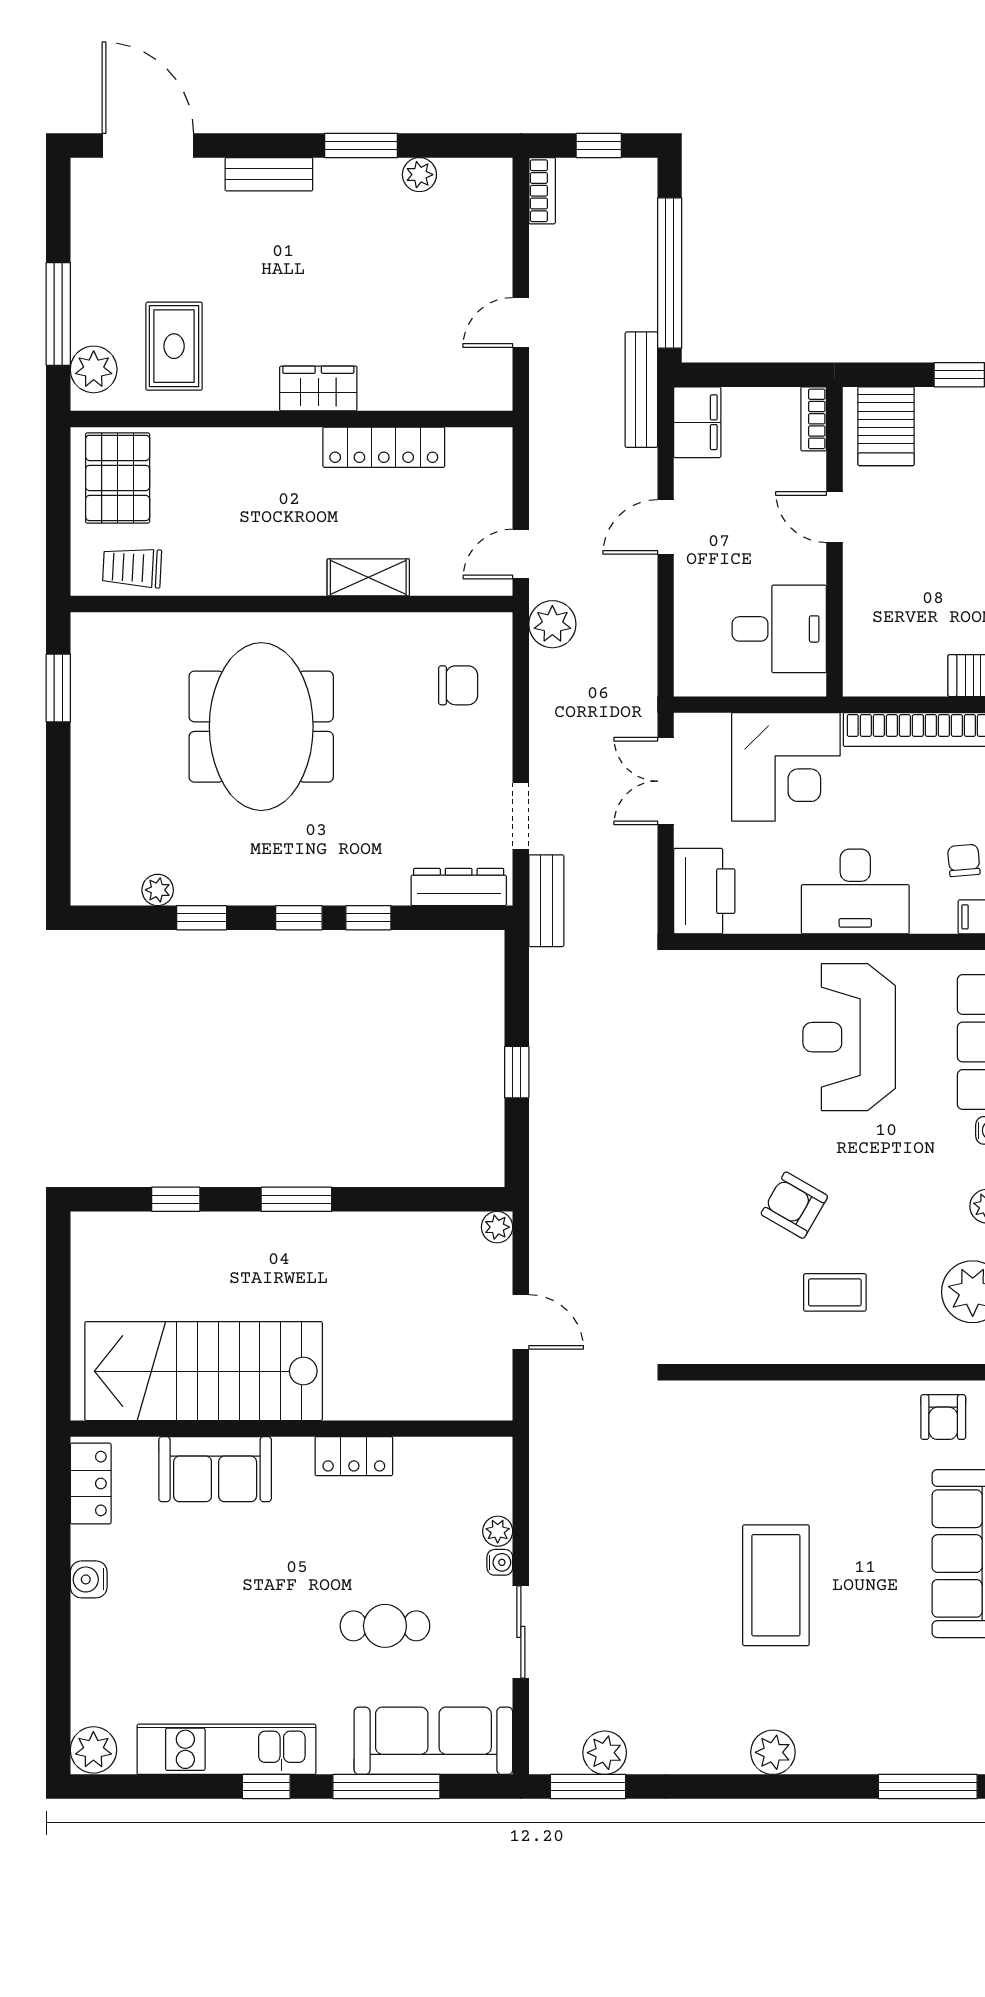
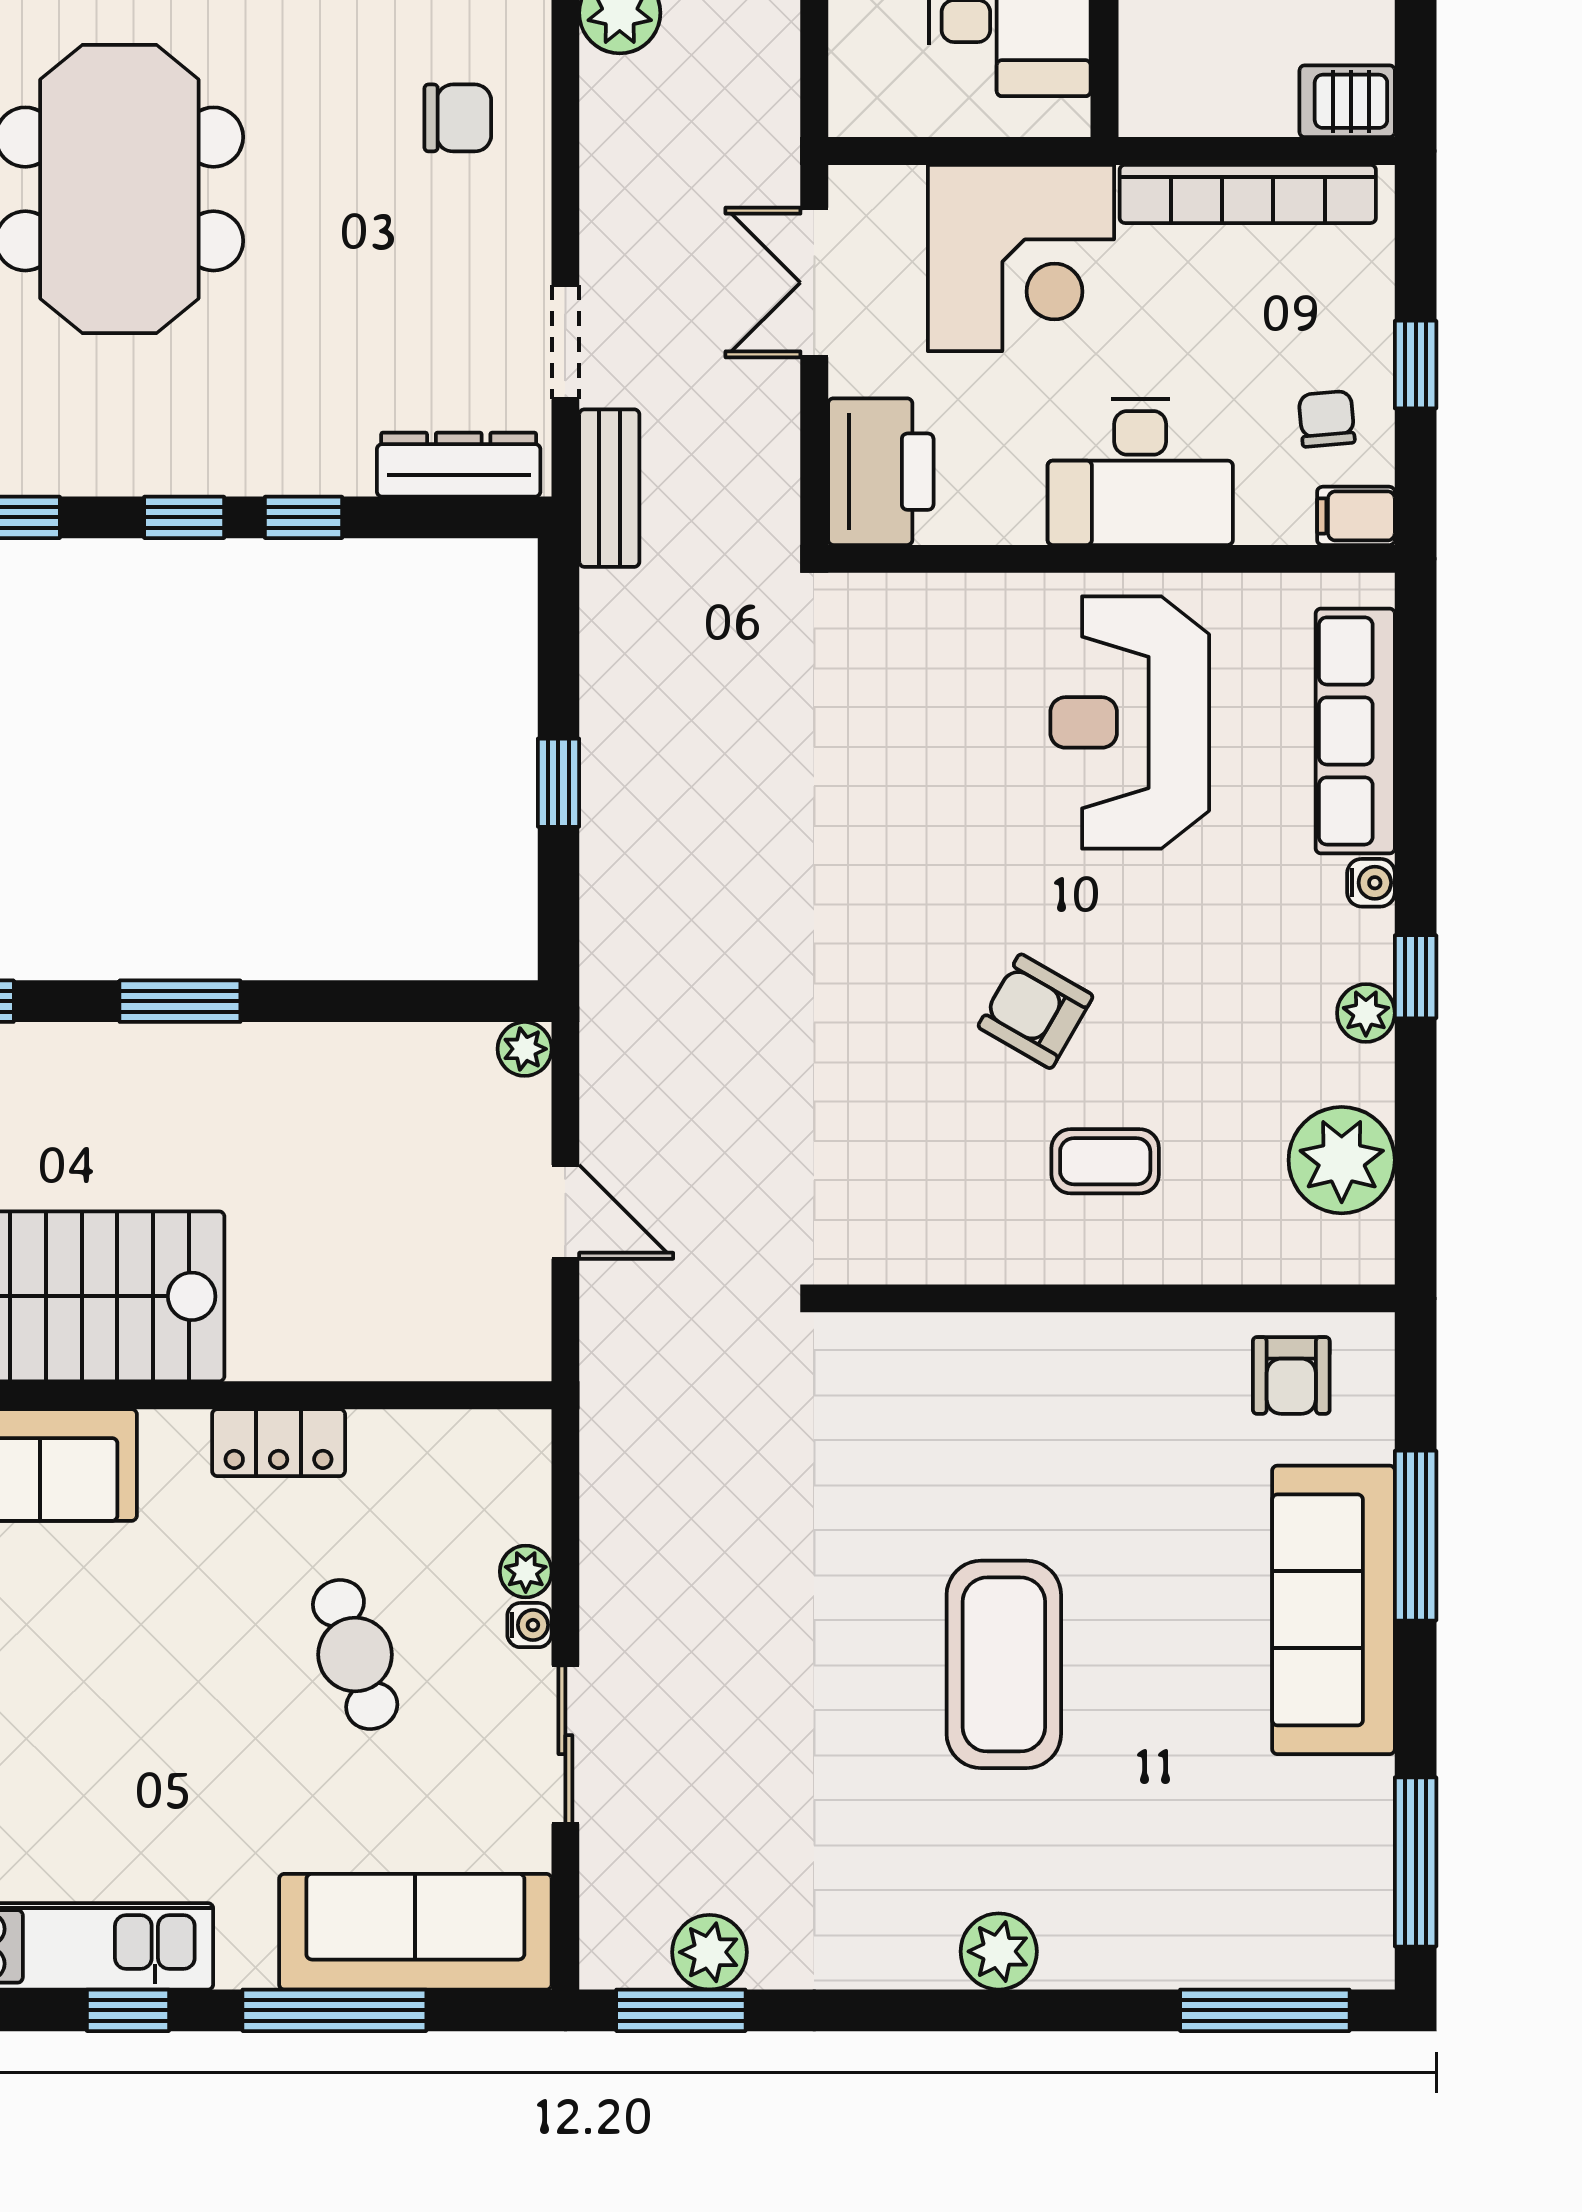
cafe table: (385, 1626) -> (355, 1655), moved, turned 72

